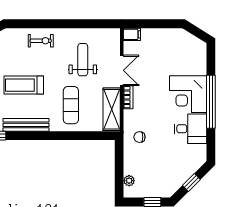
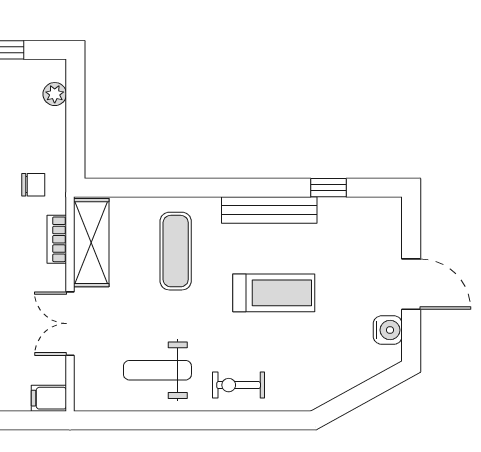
weight bench: (83, 60) -> (157, 370), moved, turned 90
bookcase: (128, 97) -> (57, 239), moved

